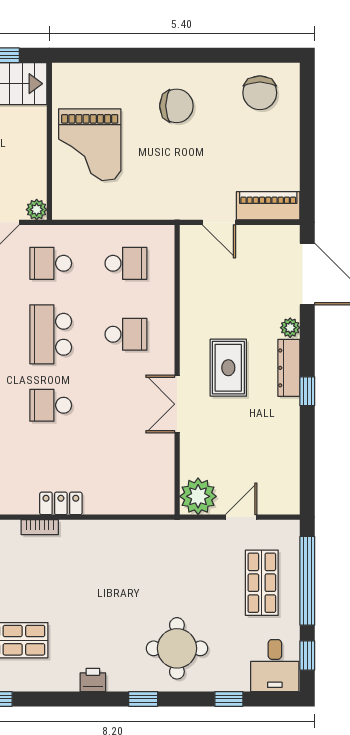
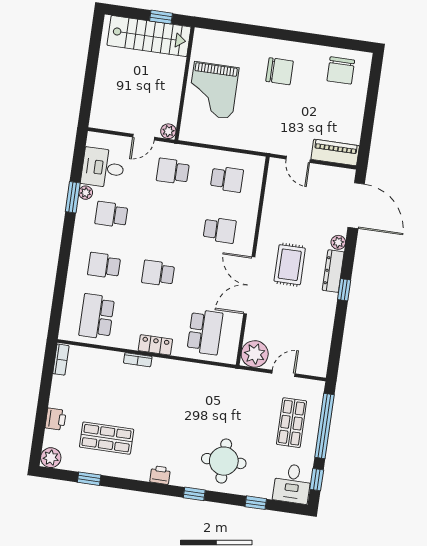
school desk: (51, 334) -> (205, 332), moved, turned 180
double door: (177, 404) -> (249, 285), width x1.37

